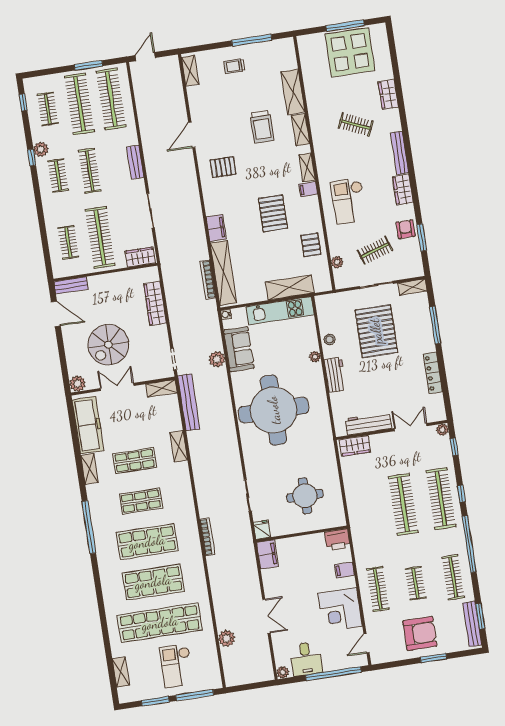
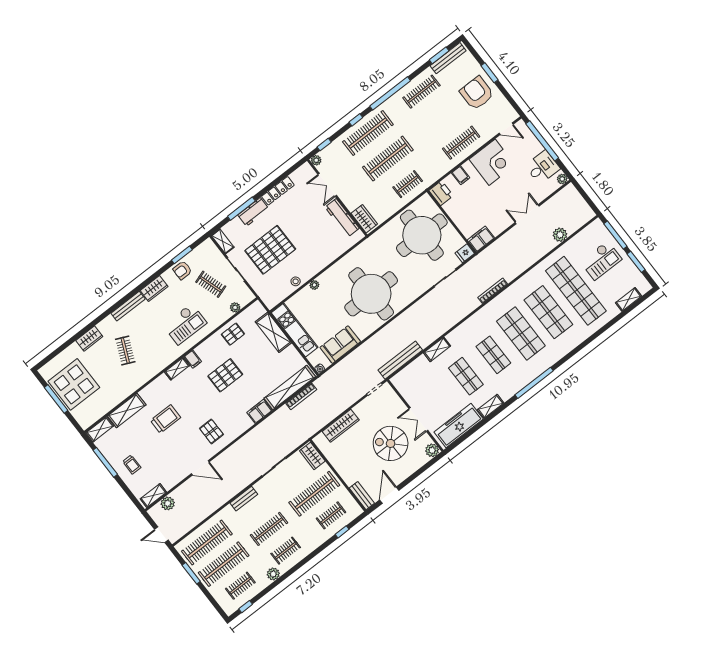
shelving: (301, 130) -> (100, 429), moved
window: (32, 158) -> (342, 532), moved
spiral stairs: (108, 345) -> (391, 443), turned 180
plant: (217, 359) -> (168, 503), moved
workbench: (335, 375) -> (253, 212), moved, turned 180
shelving: (161, 388) -> (401, 386), removed
round table: (305, 496) -> (422, 235), width x1.86, depth x1.86
clothes rail: (415, 583) -> (408, 184), moved

